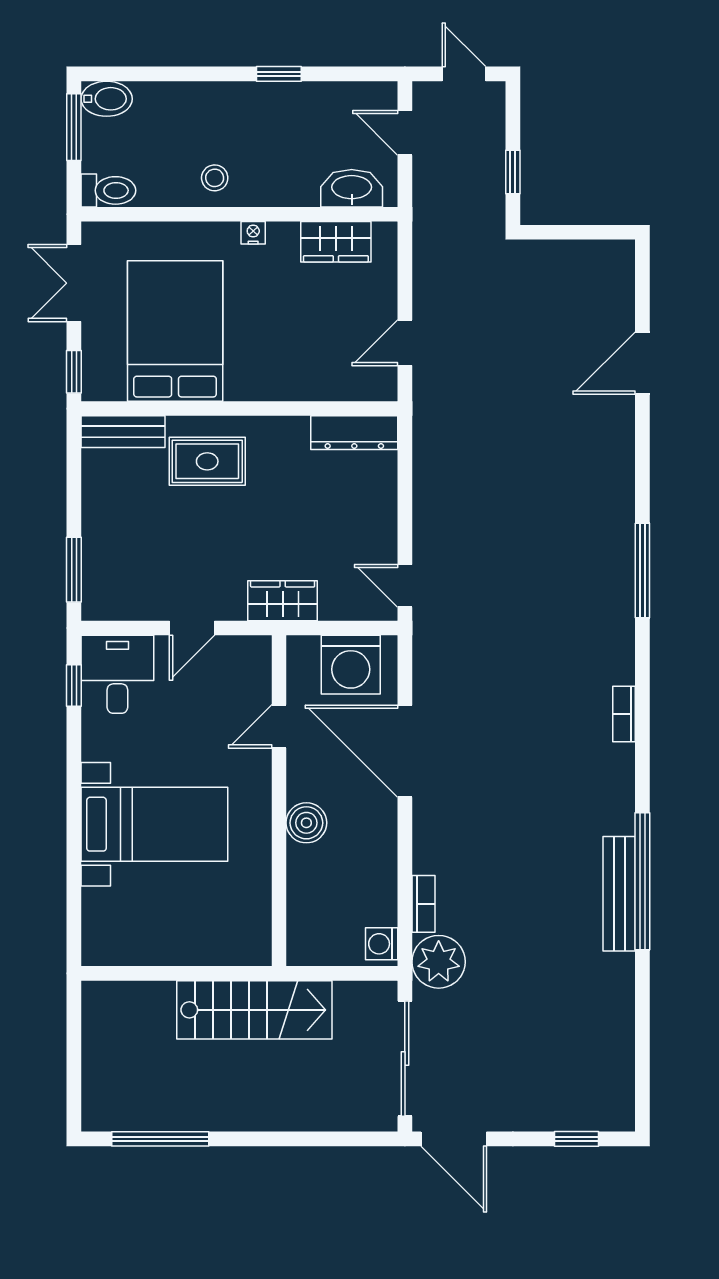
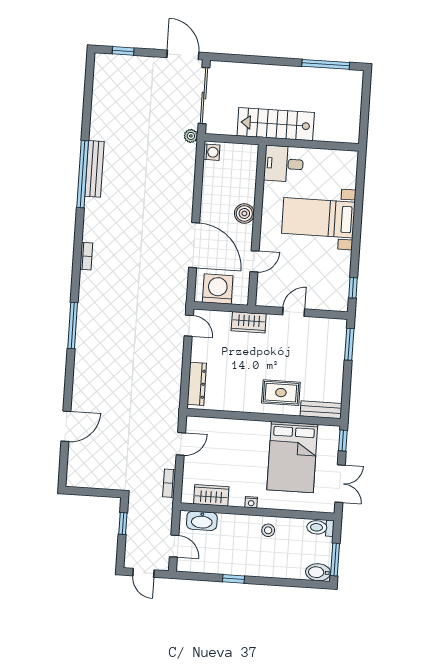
dresser: (354, 433) -> (197, 384), moved, turned 90
desk: (117, 674) -> (284, 164), moved, turned 90
bookcase: (424, 904) -> (169, 483), moved
plant: (439, 962) -> (191, 136), width x0.53, depth x0.53

